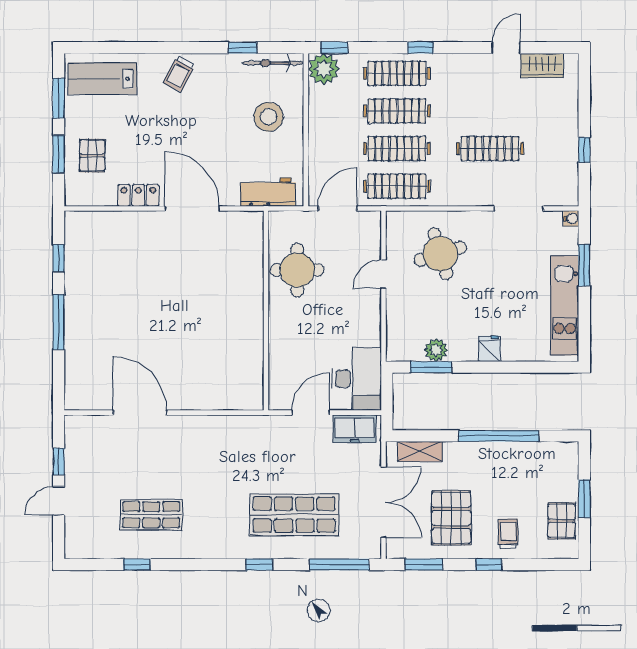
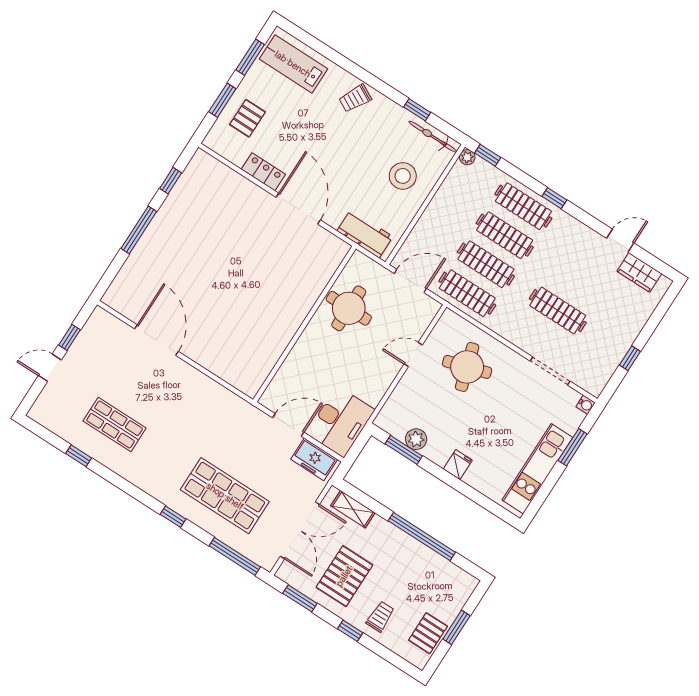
plant: (324, 69) -> (467, 157), width x0.53, depth x0.53

